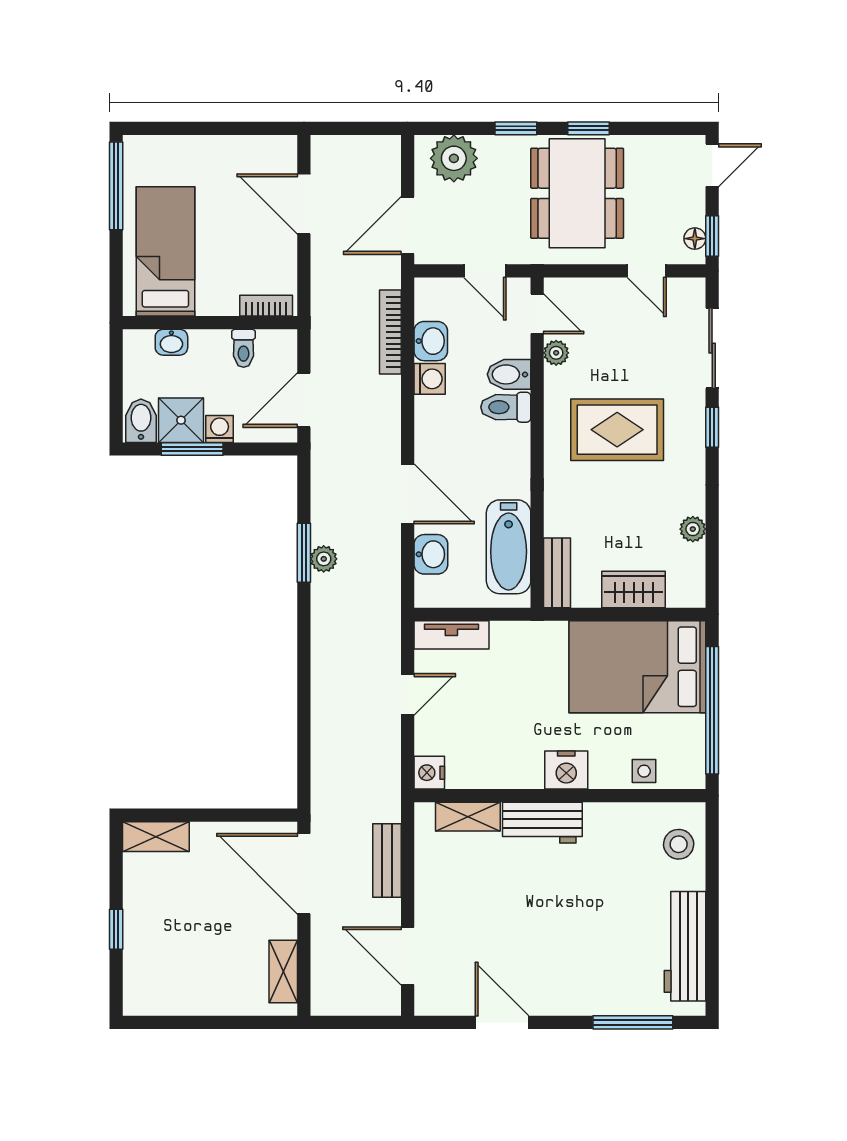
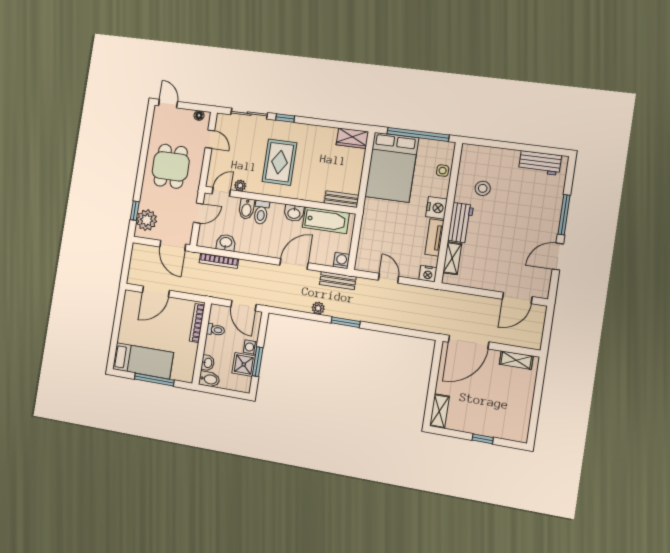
window: (516, 128) -> (135, 211), moved
window: (589, 128) -> (143, 157), removed
window: (116, 186) -> (154, 380), moved
dining table: (577, 193) -> (171, 166), width x0.73
window: (712, 236) -> (199, 107), removed
bed: (165, 251) -> (143, 361), moved, turned 180
door: (647, 271) -> (210, 139), hinge flipped
bookcase: (266, 306) -> (197, 323), width x1.56
washing machine: (430, 379) -> (341, 261), moved
bidet: (141, 421) -> (209, 379), moved, turned 180
plant: (693, 529) -> (331, 133), removed
window: (304, 553) -> (346, 322), moved
washbasin: (431, 554) -> (294, 213), moved, turned 180
wardrobe: (634, 589) -> (352, 138), moved, turned -90
tv unit: (451, 635) -> (434, 237), moved, turned 180
stool: (679, 844) -> (483, 188), moved
bench: (387, 861) -> (338, 281), moved
workbench: (685, 946) -> (540, 163), width x0.73
window: (633, 1022) -> (564, 215), moved

